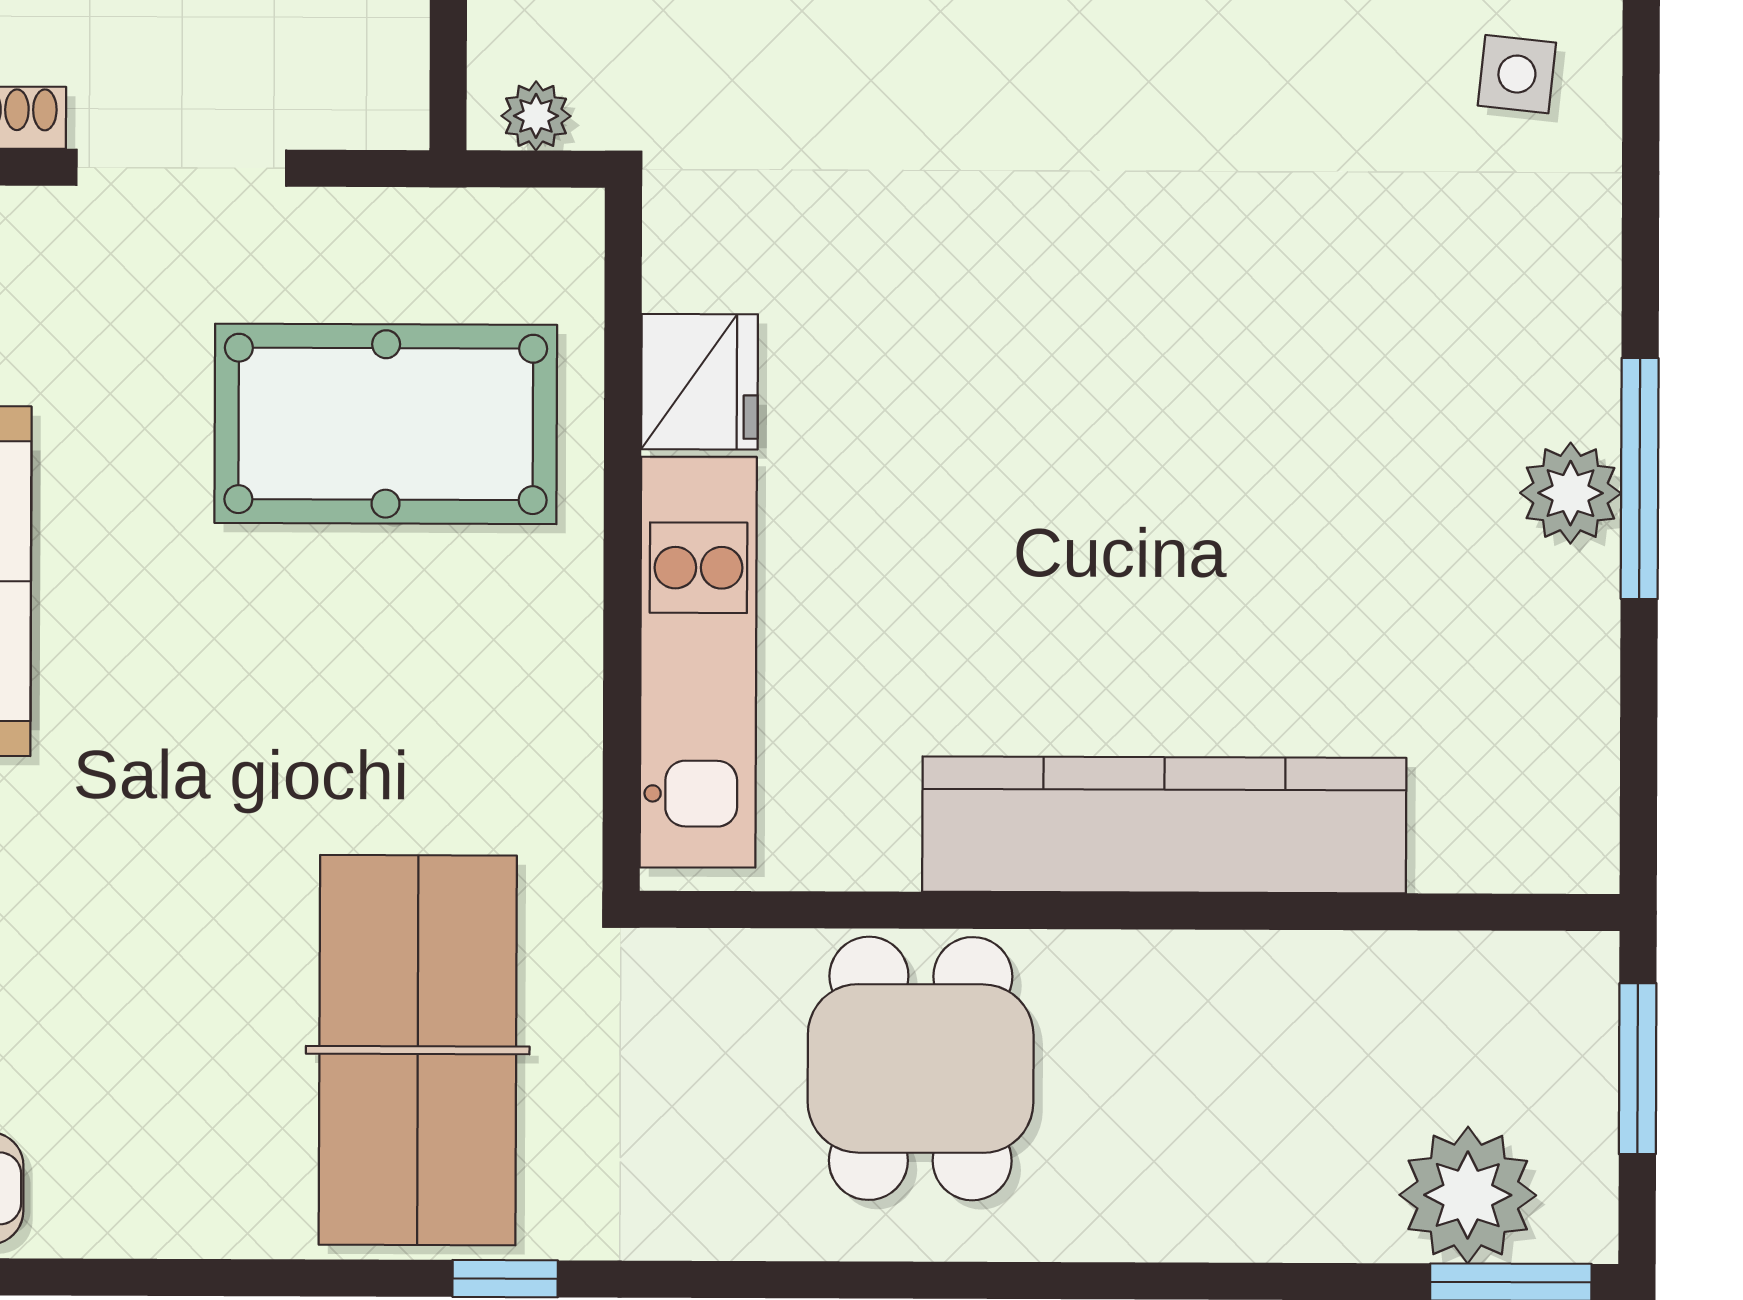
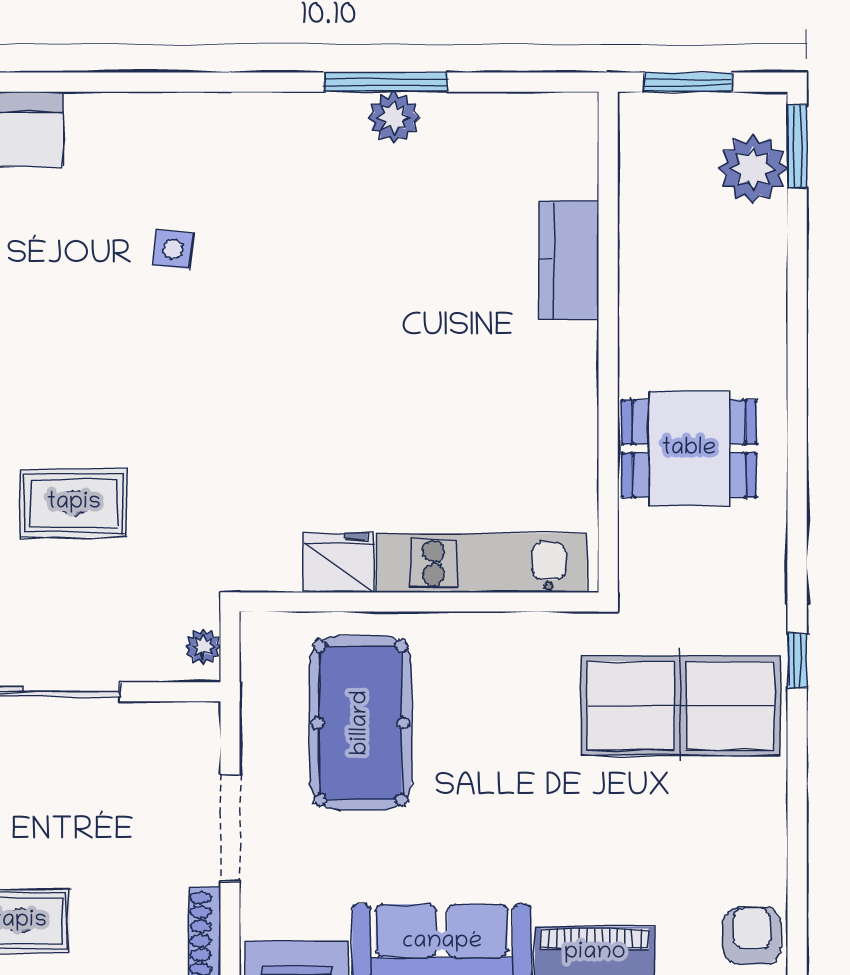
side table: (1517, 74) -> (173, 249), moved
kitchen counter: (1164, 825) -> (569, 260), width x0.48, depth x0.86

